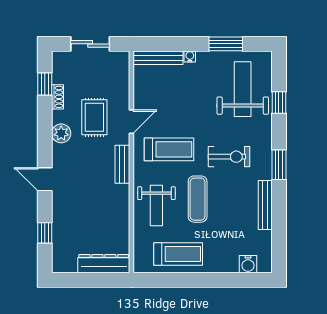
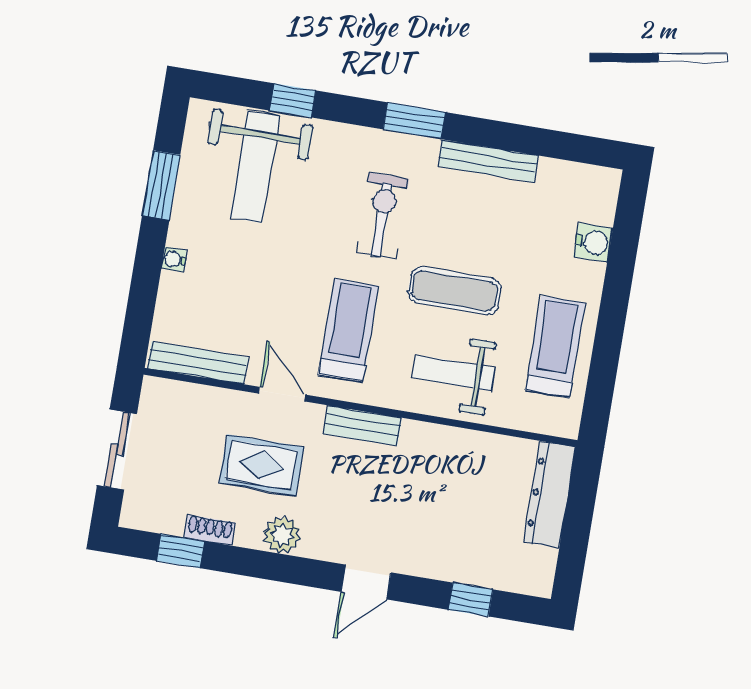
bench: (158, 58) -> (198, 363), moved, turned 90
weight bench: (243, 89) -> (255, 167), turned -90
weight bench: (156, 205) -> (454, 373), turned 180
water cooler: (248, 264) -> (593, 242), moved

